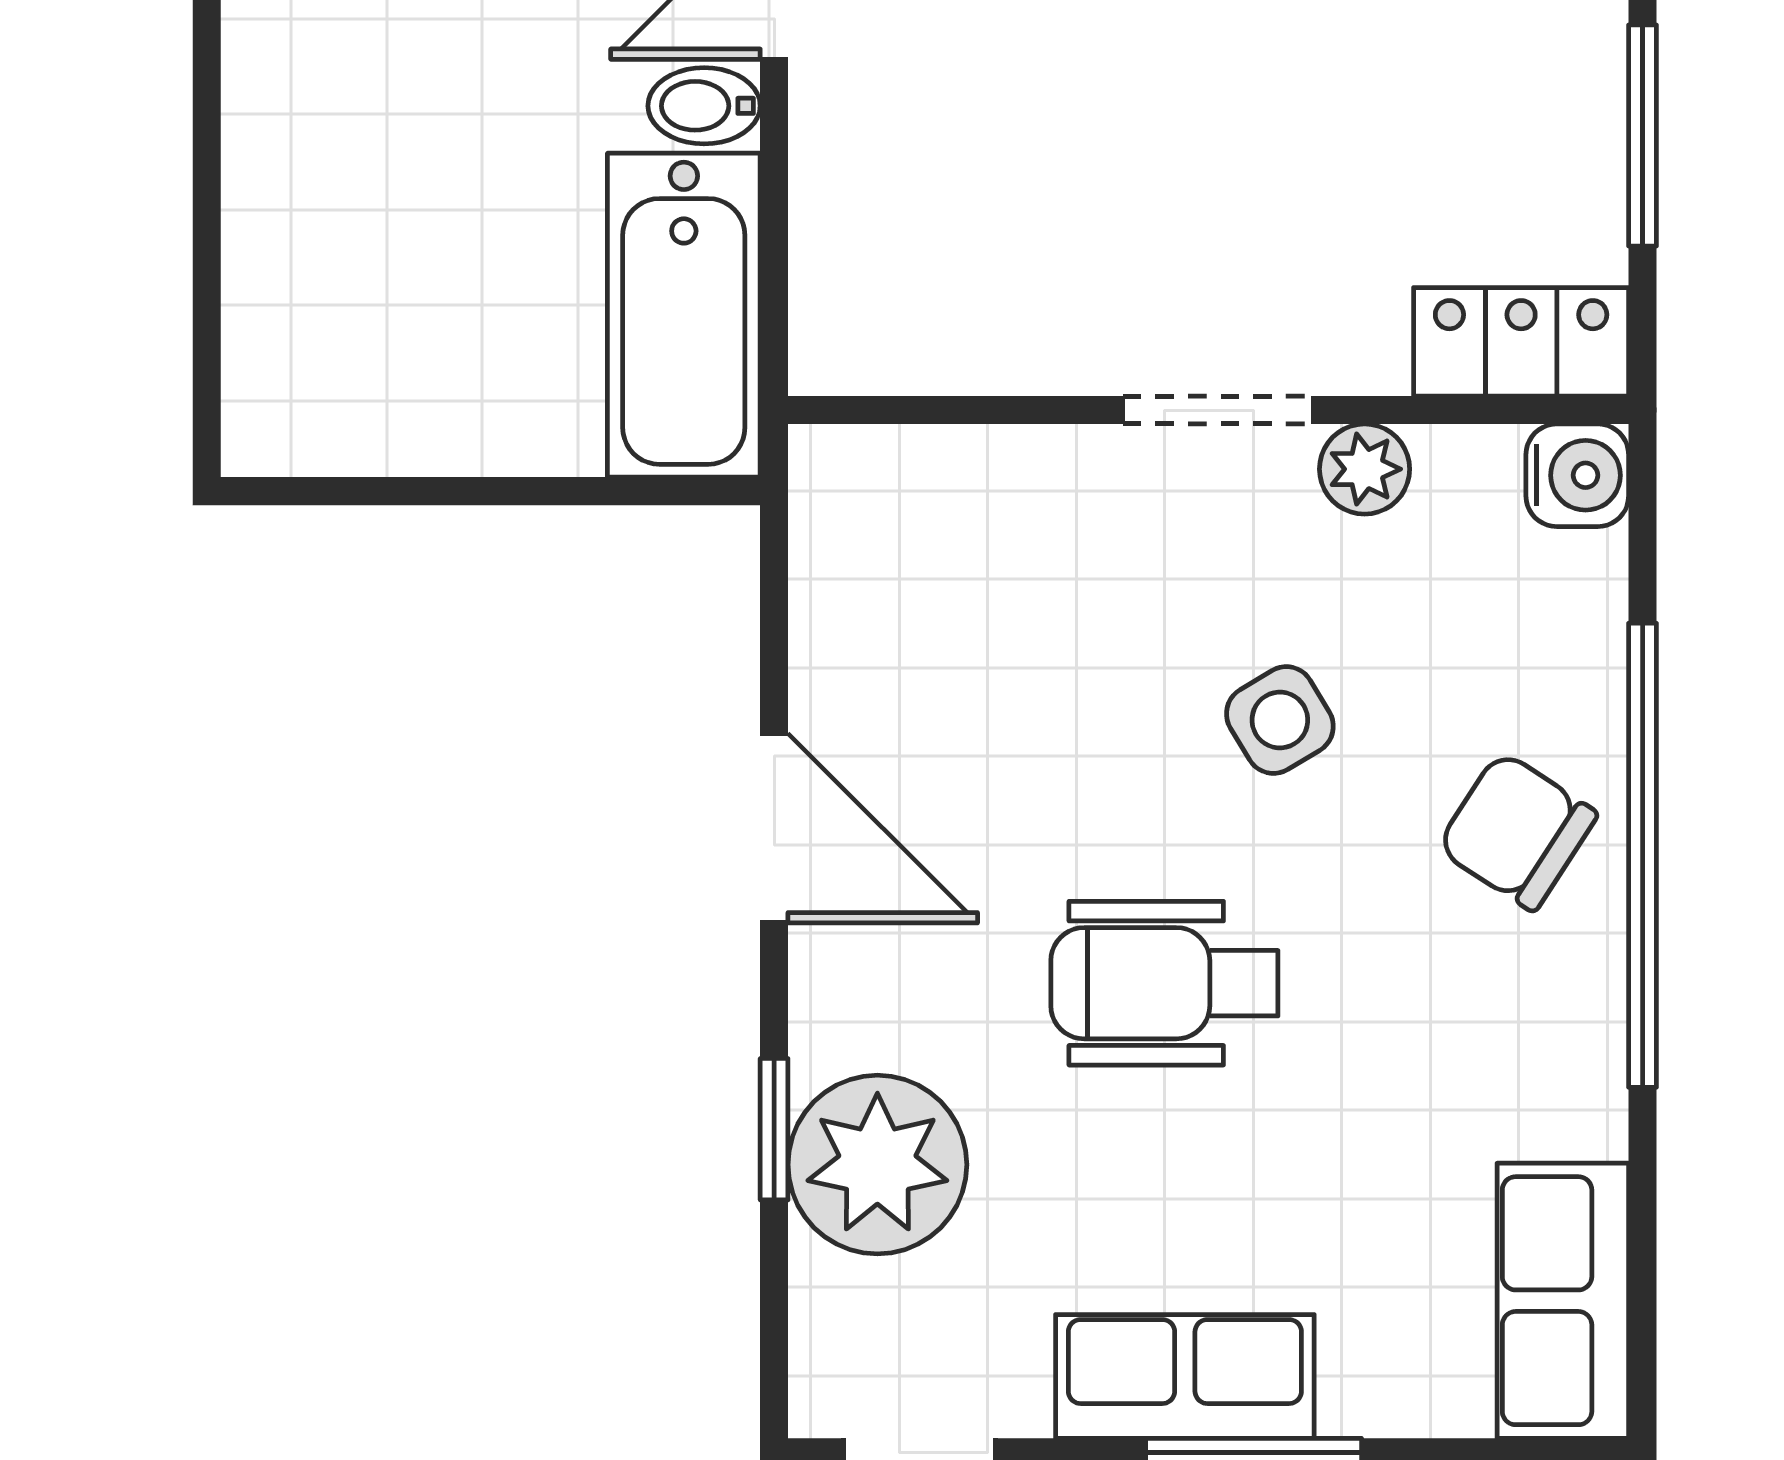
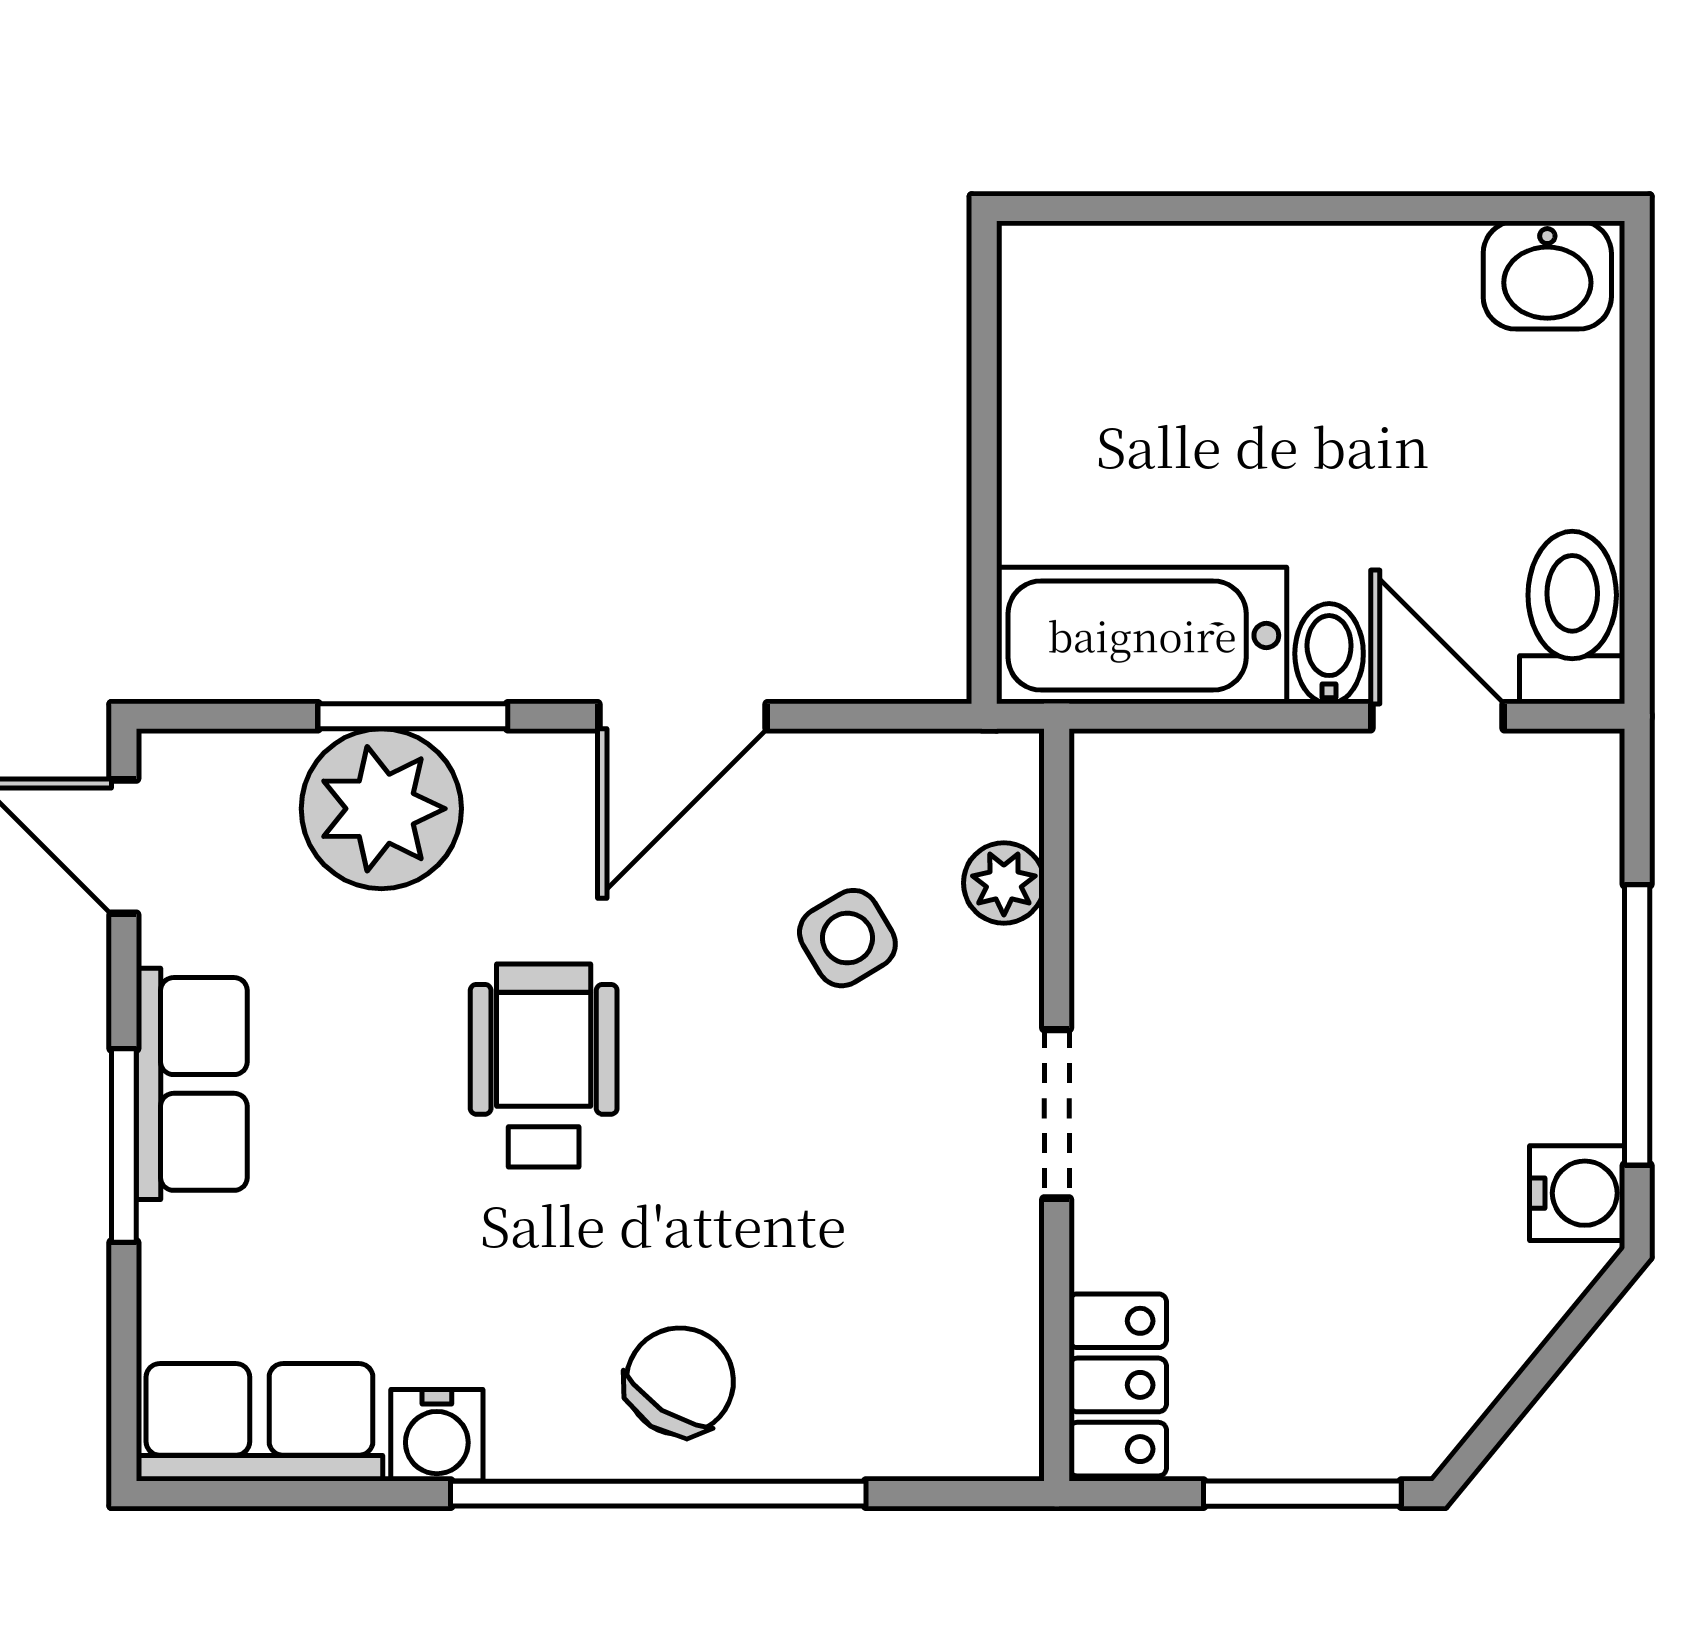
plant: (1365, 469) -> (1004, 883), moved
water cooler: (1577, 475) -> (437, 1435), moved
side table: (1280, 720) -> (847, 938), moved
window: (774, 1129) -> (413, 716), width x1.50

